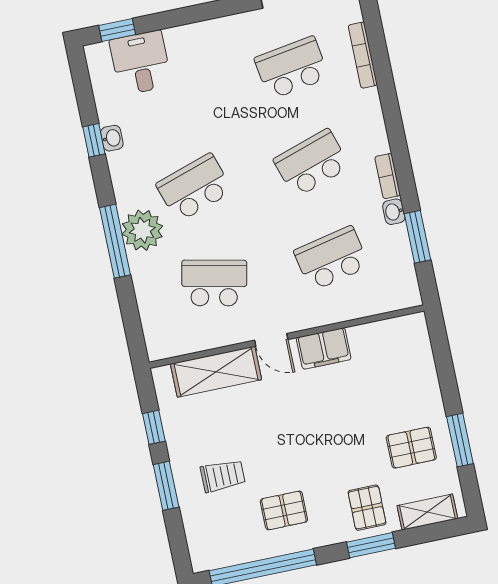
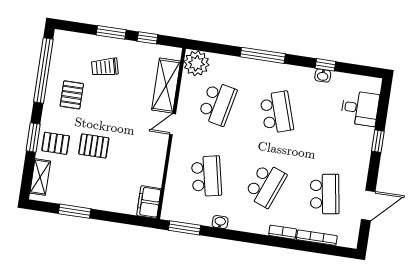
window: (117, 30) -> (378, 141), moved
school desk: (312, 163) -> (266, 185), turned 39
bookcase: (388, 176) -> (283, 232), moved
plant: (142, 230) -> (196, 63), moved
window: (417, 237) -> (185, 228), moved
filing cabinet: (324, 349) -> (149, 202), moved
pallet: (411, 448) -> (94, 146), moved, turned 90
trolley: (223, 476) -> (105, 67), turned 76

